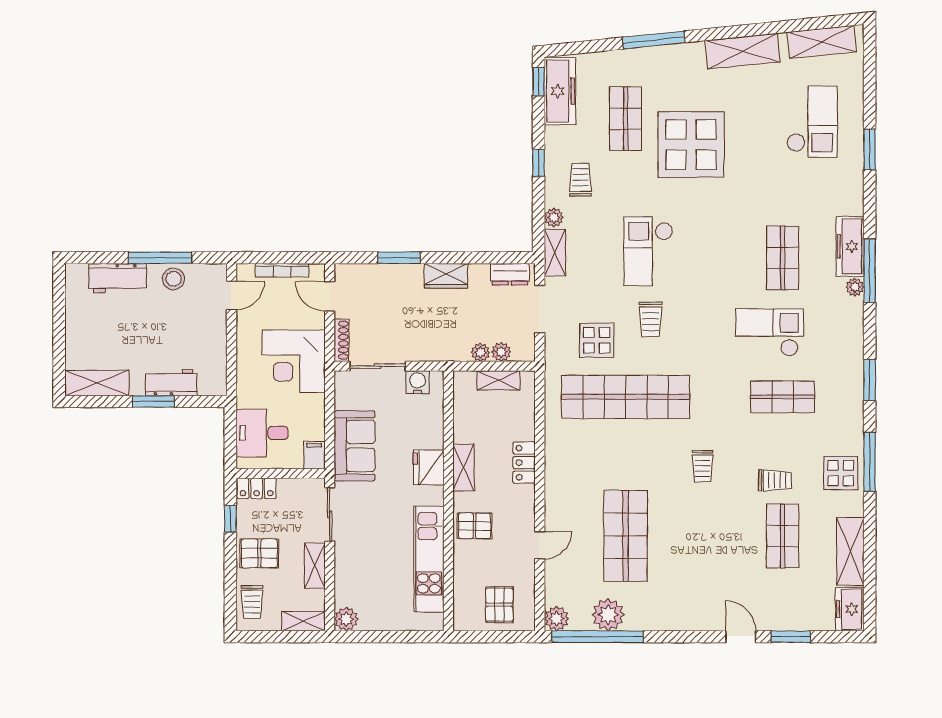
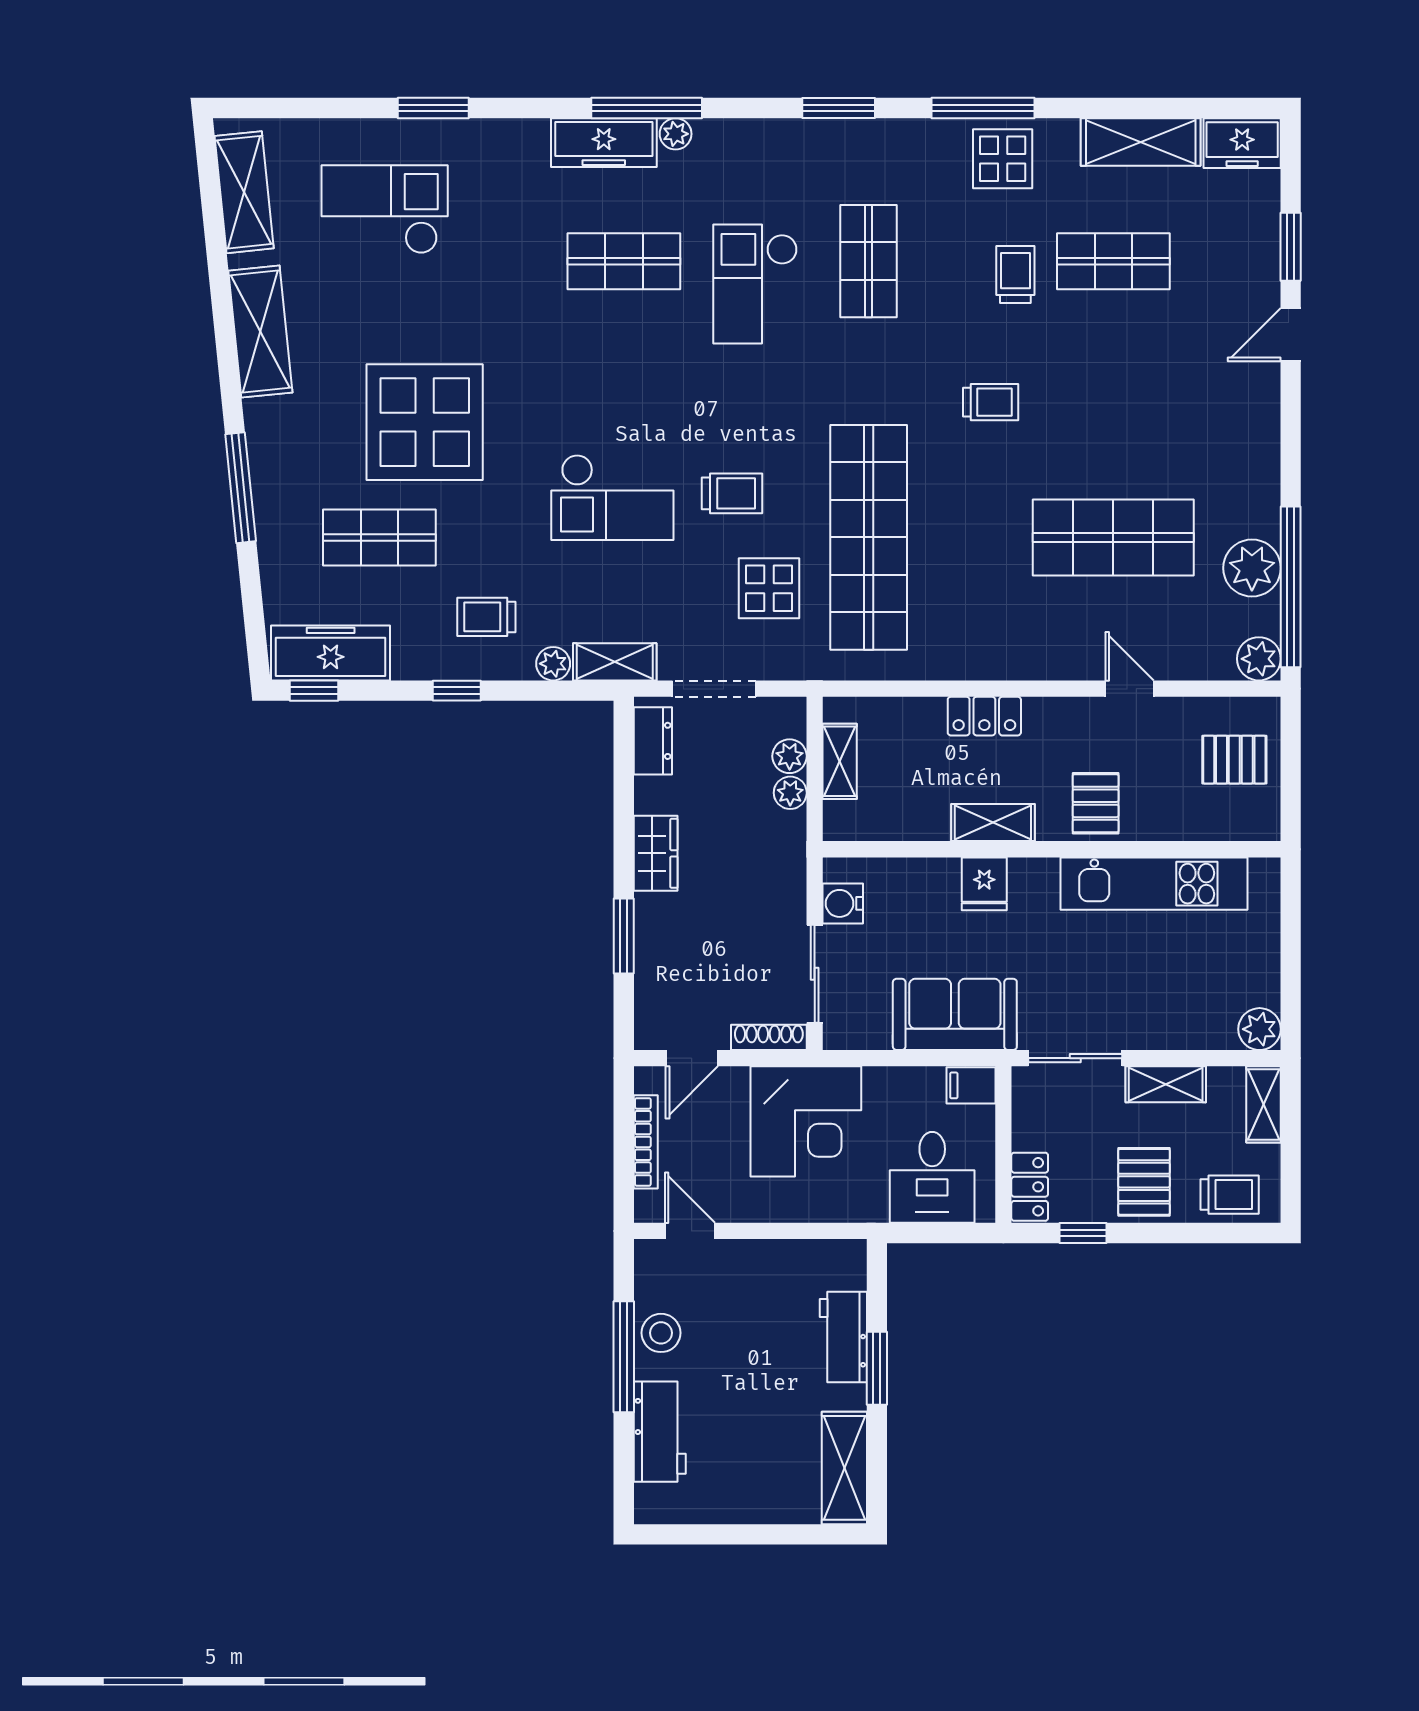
fridge: (429, 467) -> (984, 884), width x0.72

